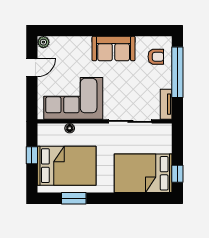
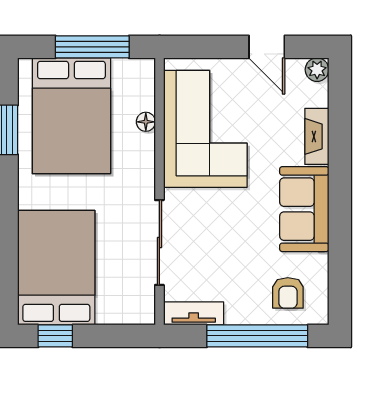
fireplace: (77, 42) -> (317, 136), added
window: (32, 155) -> (92, 47), width x2.17

